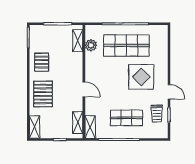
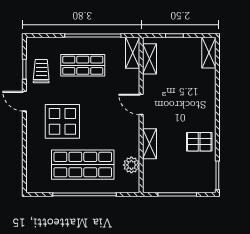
shelving: (78, 41) -> (150, 144), moved
pallet: (42, 62) -> (199, 142), turned 90
pallet: (43, 94) -> (197, 98), removed

